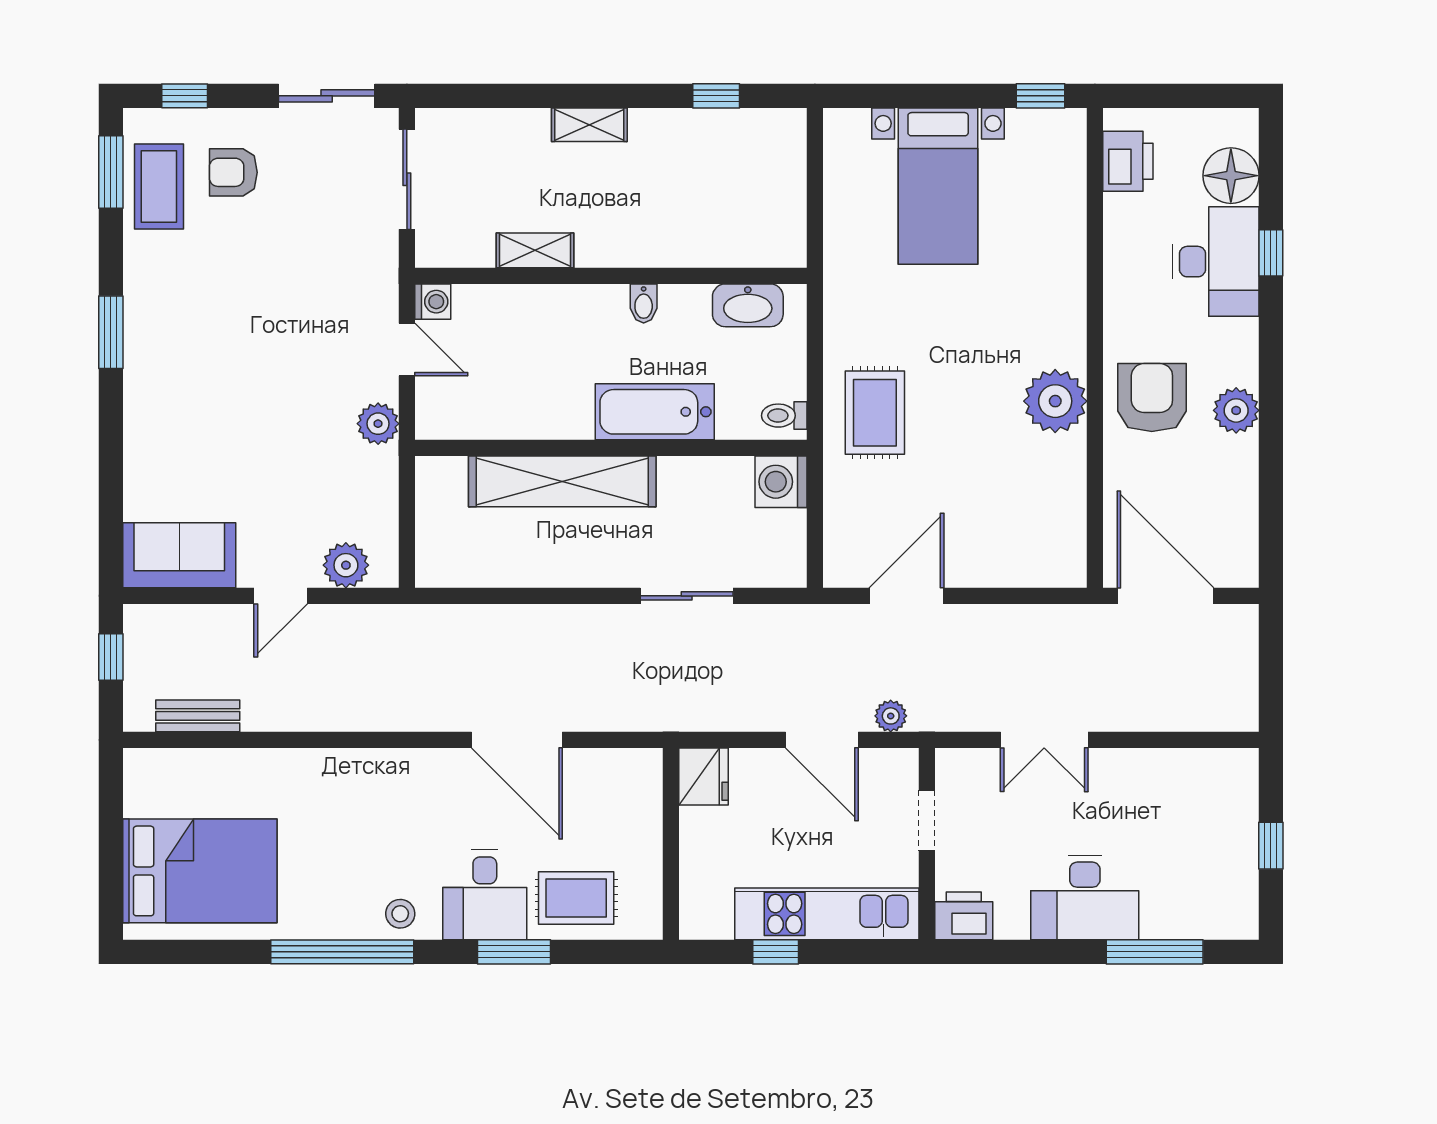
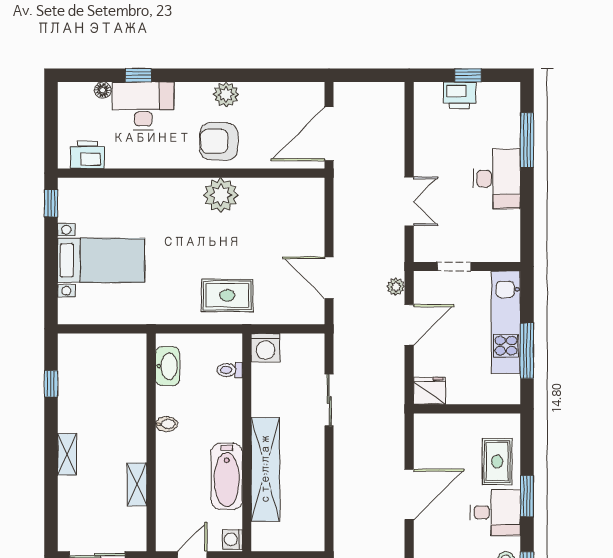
floor lamp: (1231, 176) -> (103, 90), width x0.53, depth x0.53
washing machine: (433, 302) -> (232, 539), moved, turned -90
bathtub: (655, 412) -> (227, 476), moved
toilet: (784, 416) -> (230, 370), moved, turned 90
printer: (964, 916) -> (459, 95), moved, turned -90
window: (776, 952) -> (527, 351), width x2.17

